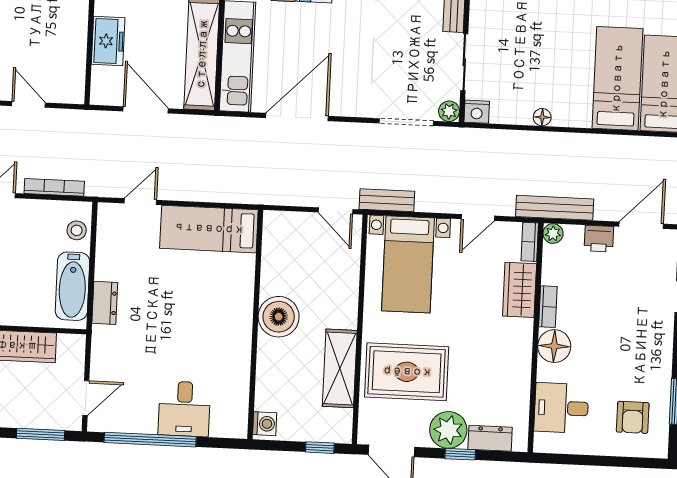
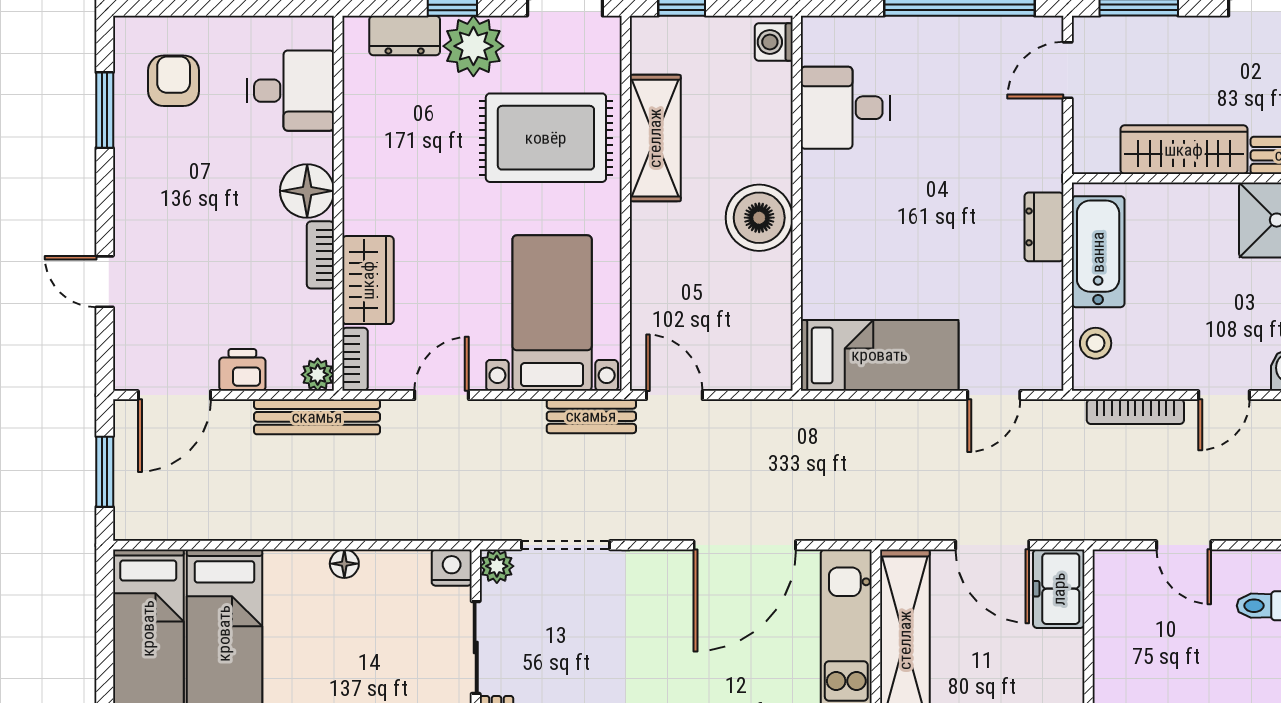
freezer: (108, 41) -> (1059, 589), moved
desk: (184, 409) -> (845, 108), moved, turned -90

